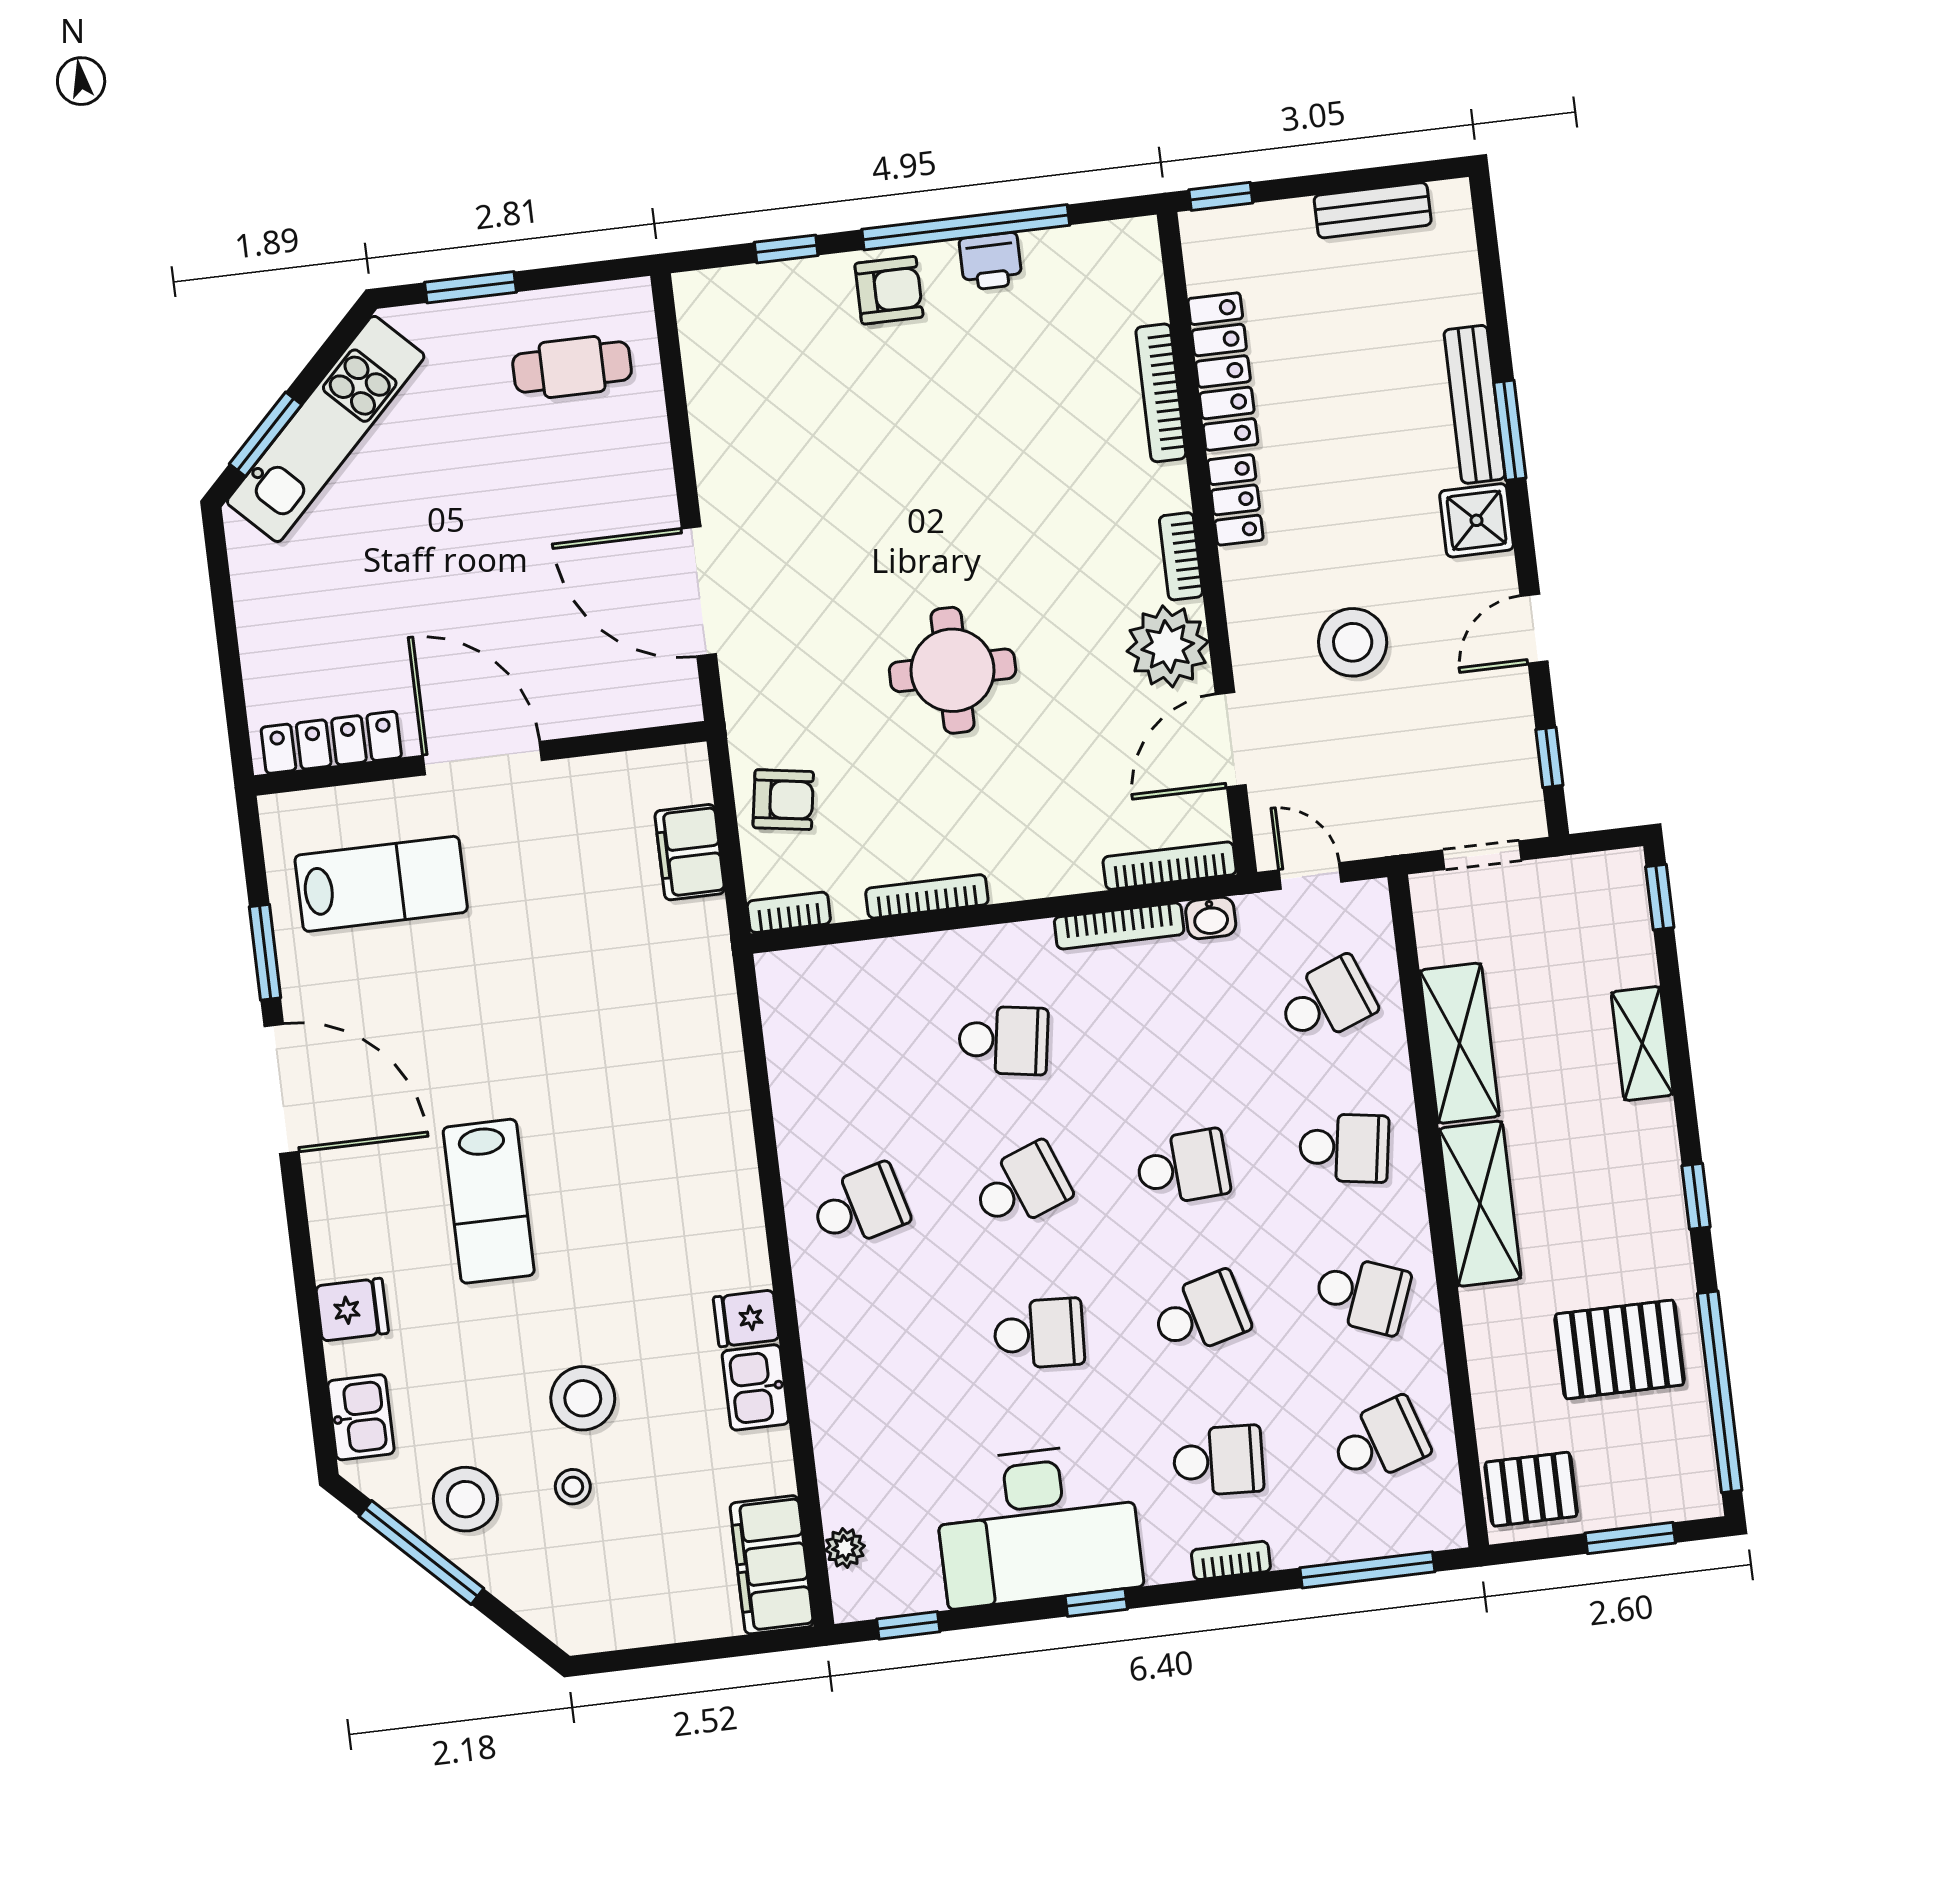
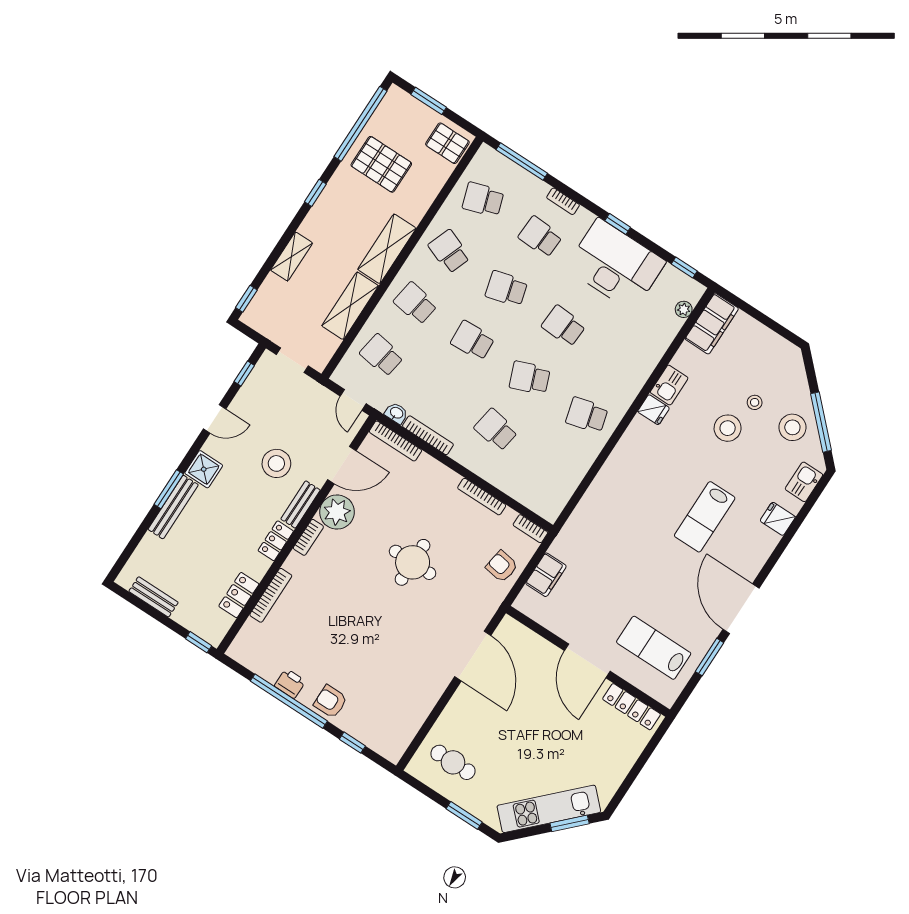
locker: (1223, 372) -> (239, 595), width x0.66
bench: (1246, 604) -> (300, 504), added
school desk: (1326, 1001) -> (382, 355), turned 30
lab bench: (489, 1201) -> (705, 517), turned 180

